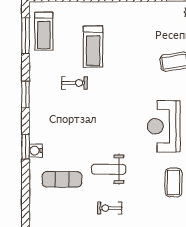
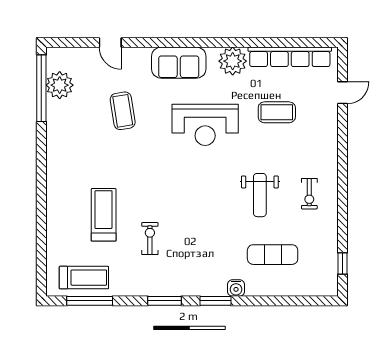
treadmill: (93, 47) -> (104, 215), turned -90
window: (26, 147) -> (216, 301), moved
exercise mat: (62, 179) -> (273, 255), turned 90

